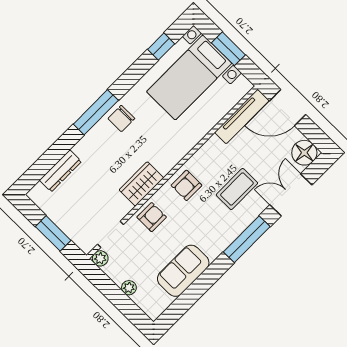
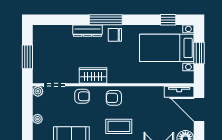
tv unit: (242, 116) -> (179, 92), width x0.71
dresser: (60, 171) -> (88, 31), moved
coffee table: (237, 189) -> (119, 126), moved

